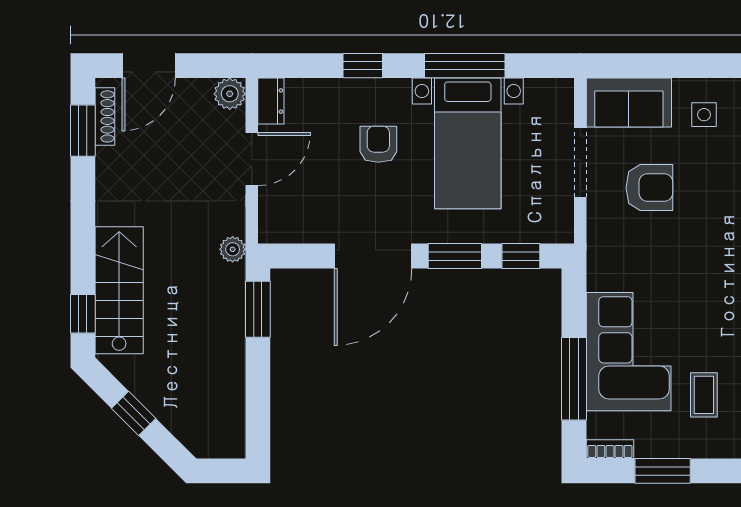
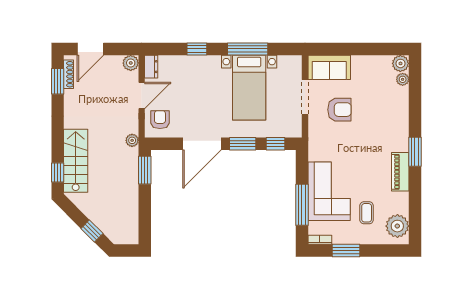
side table: (704, 115) -> (367, 73), removed
armchair: (378, 144) -> (160, 120), moved
window: (134, 413) -> (92, 231), moved

